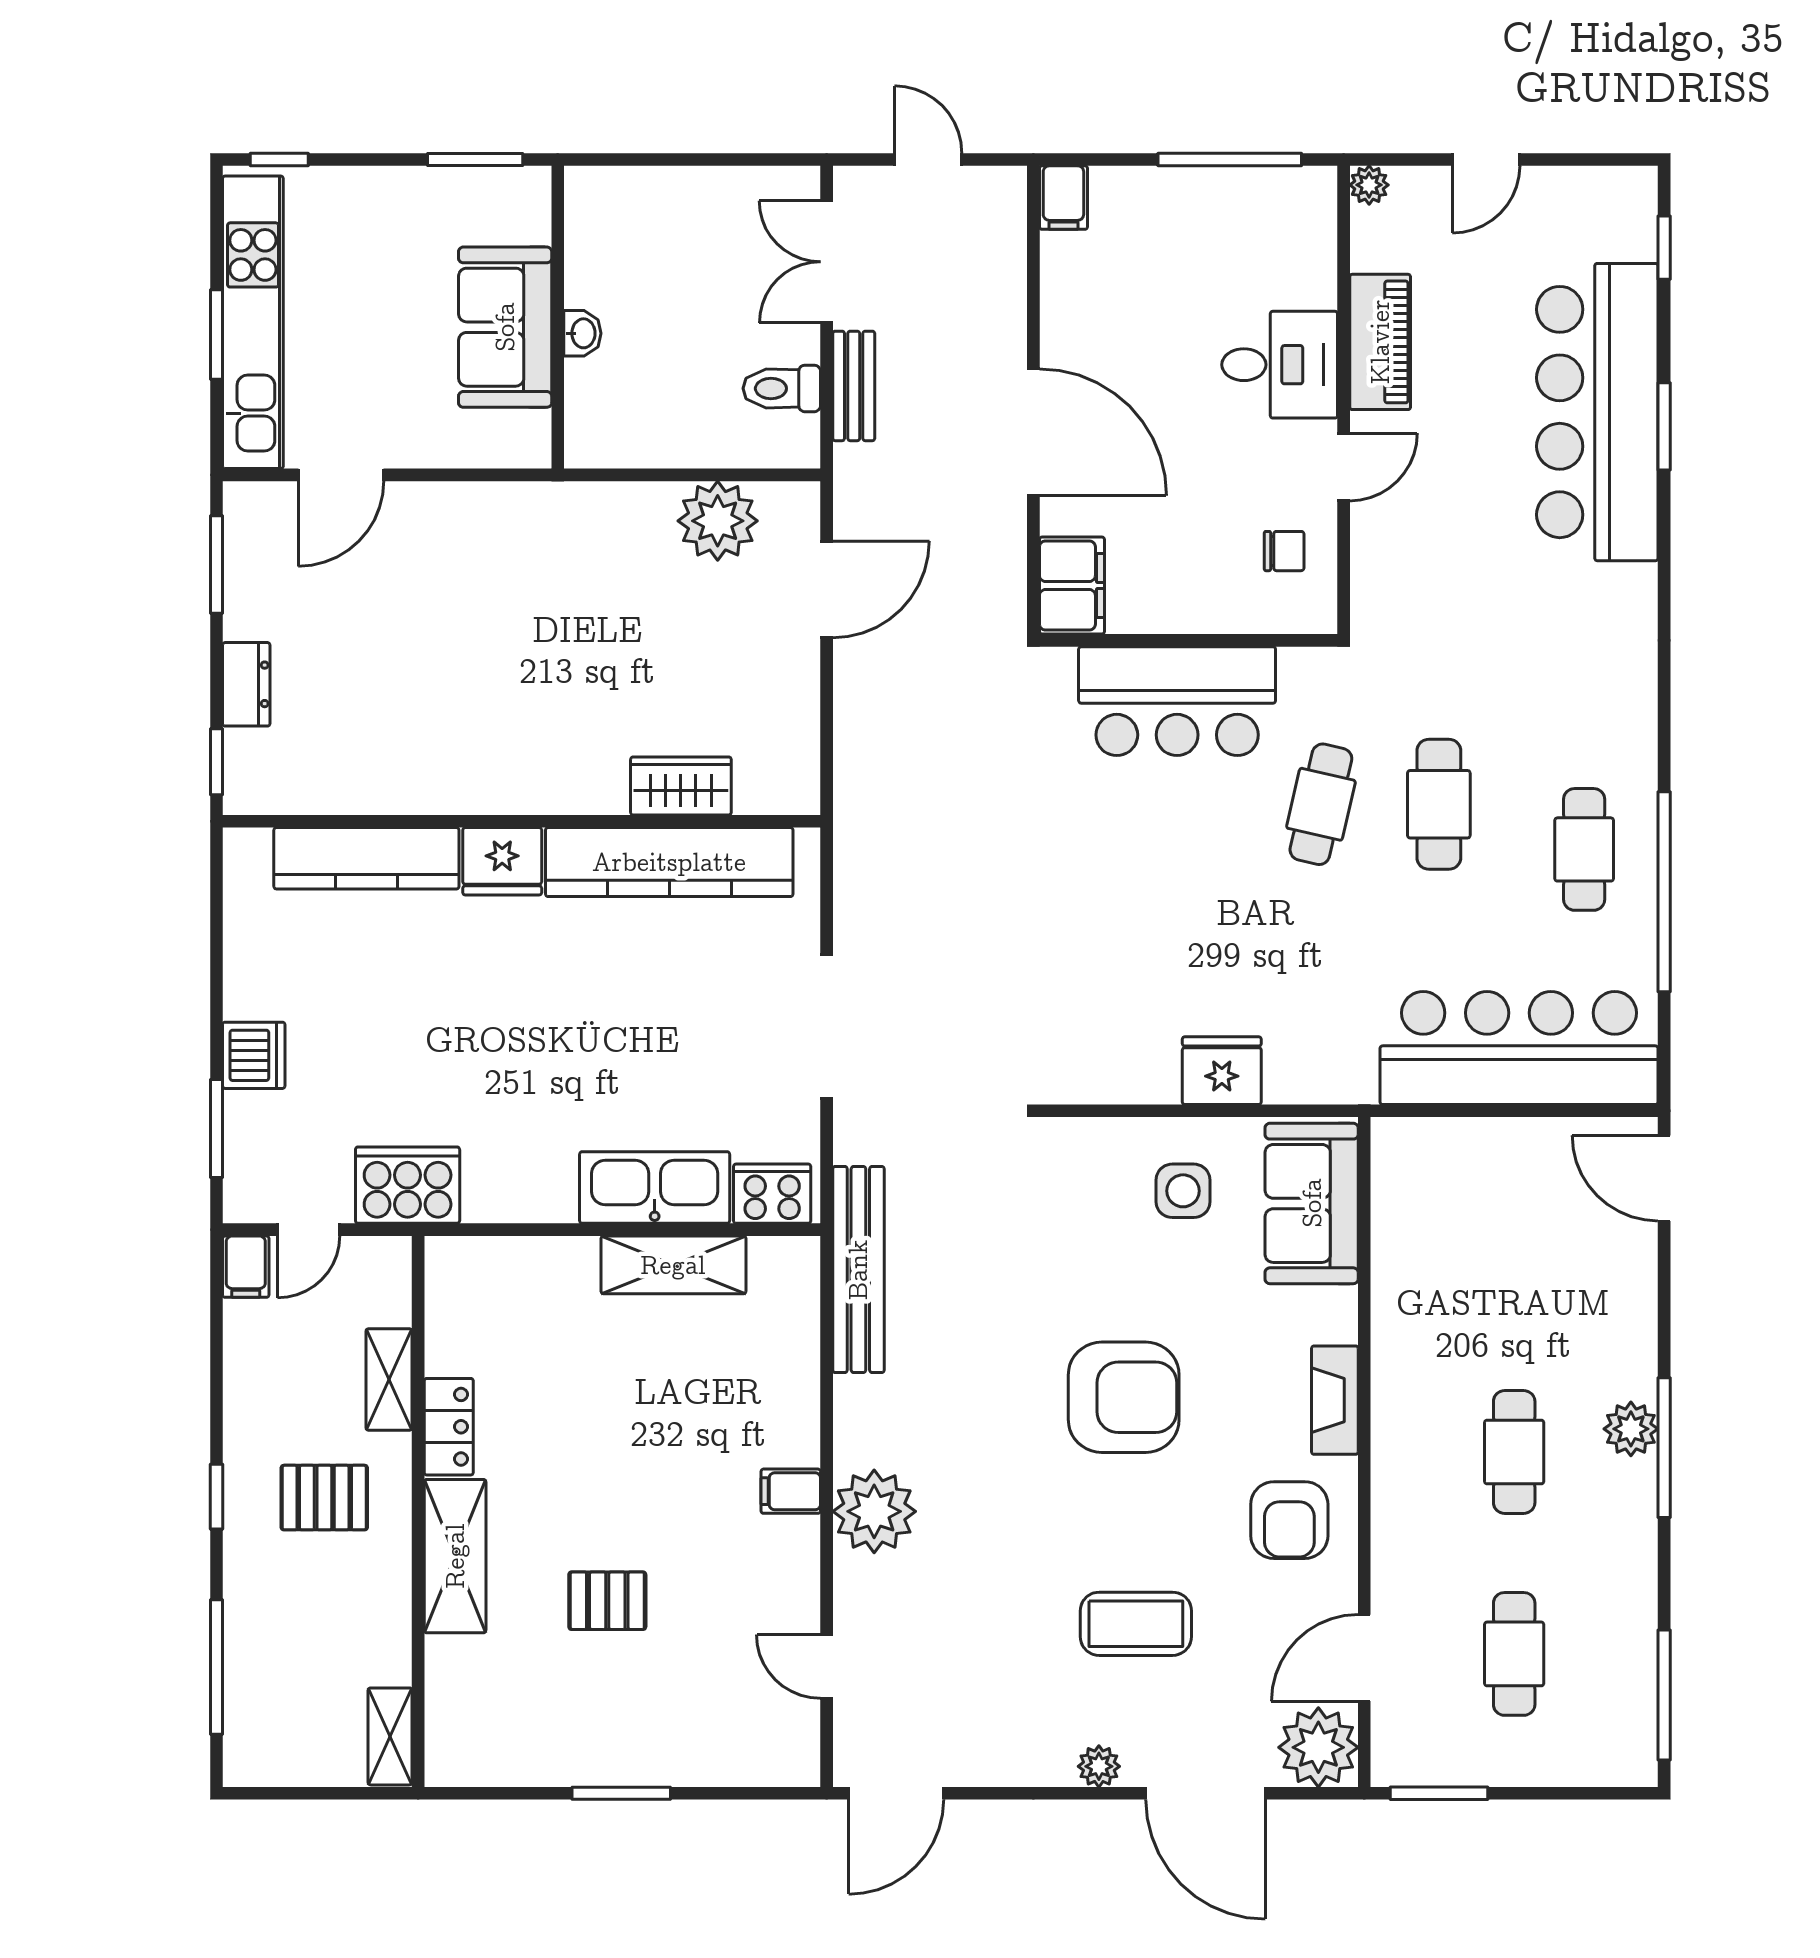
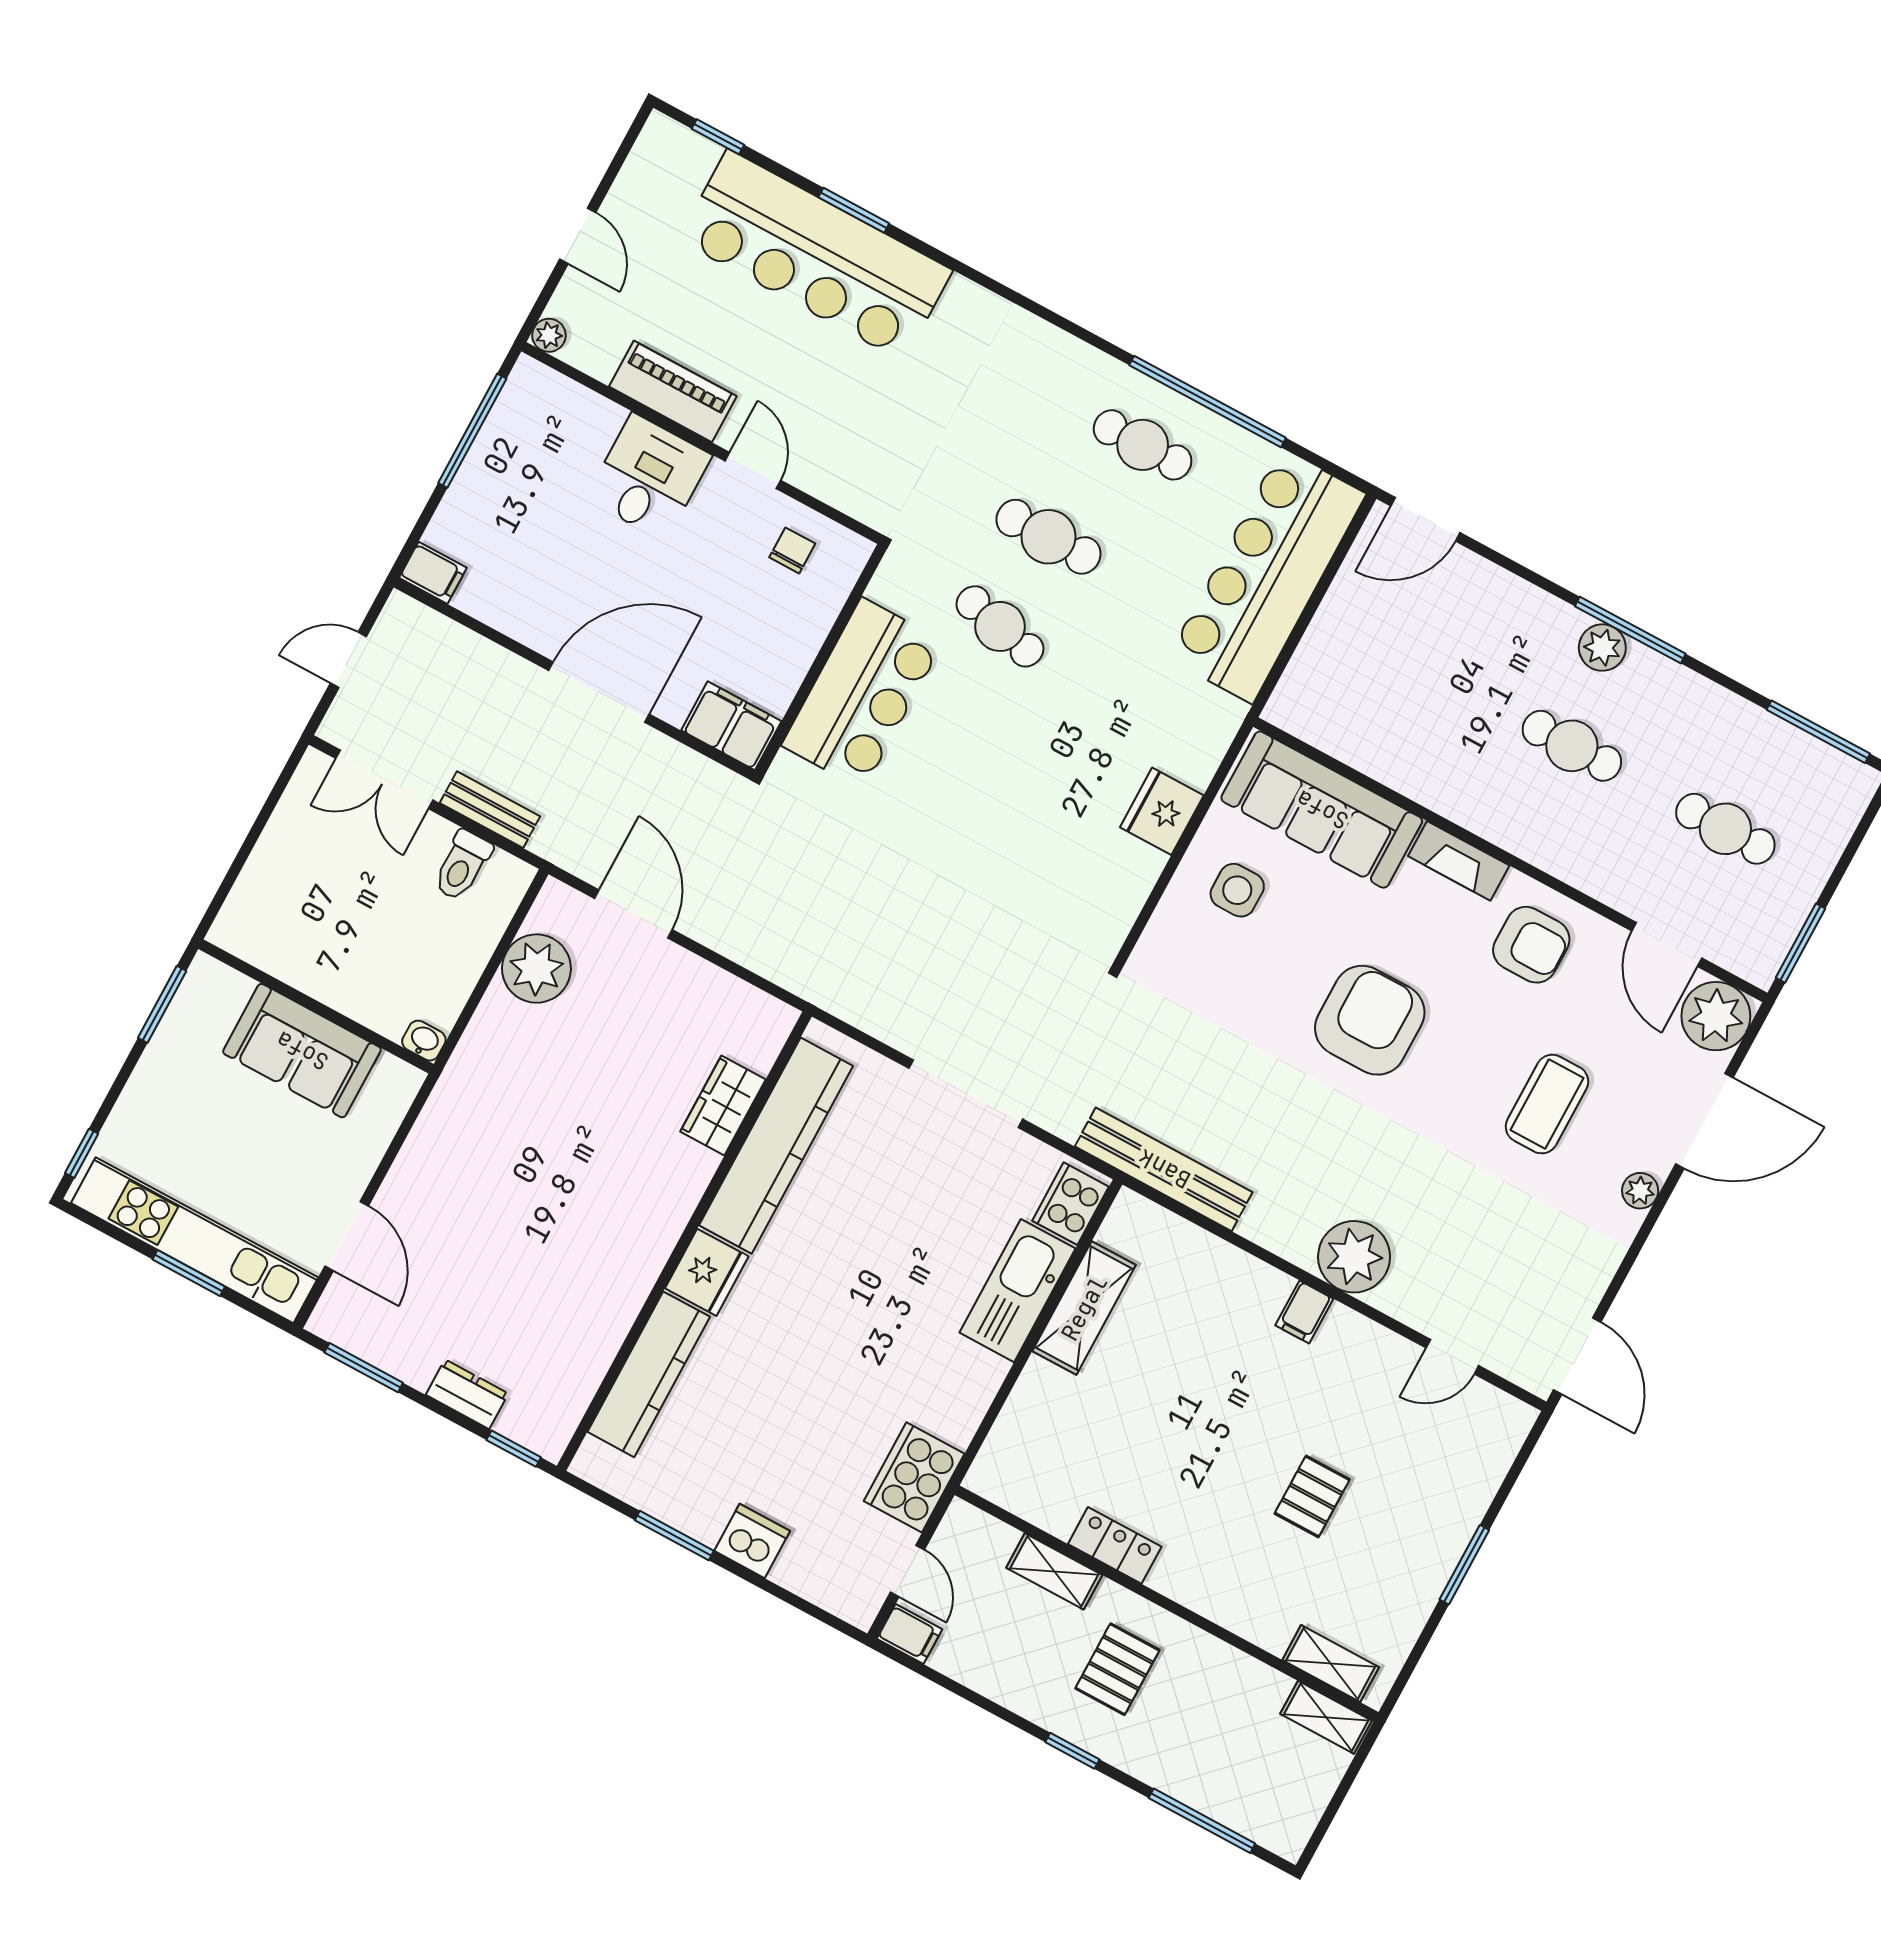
washbasin: (582, 333) -> (424, 1041), moved
window: (216, 1129) -> (674, 1535), moved
sofa: (1312, 1203) -> (1322, 810), width x1.36
shelving: (455, 1556) -> (1331, 1664), moved, width x0.67, depth x0.75

